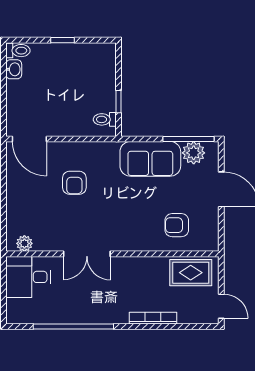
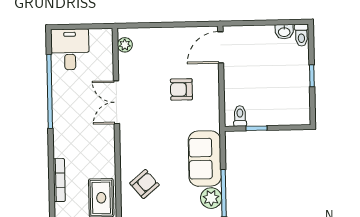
armchair: (177, 225) -> (144, 184), turned 50
desk: (28, 277) -> (70, 49), moved
bookcase: (153, 318) -> (59, 180), moved

